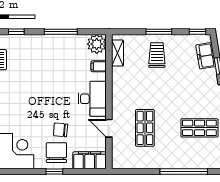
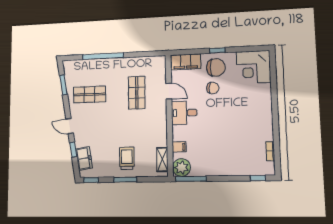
window: (61, 32) -> (191, 179), moved
trolley: (157, 55) -> (127, 158), turned 180
desk: (92, 99) -> (184, 113), width x0.73
chair: (56, 153) -> (216, 67), turned -90

